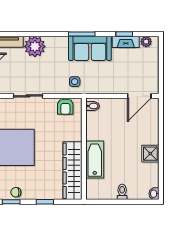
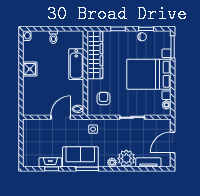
plant: (146, 42) -> (112, 163), moved
door: (139, 96) -> (61, 117), moved
armchair: (65, 107) -> (104, 99), moved

